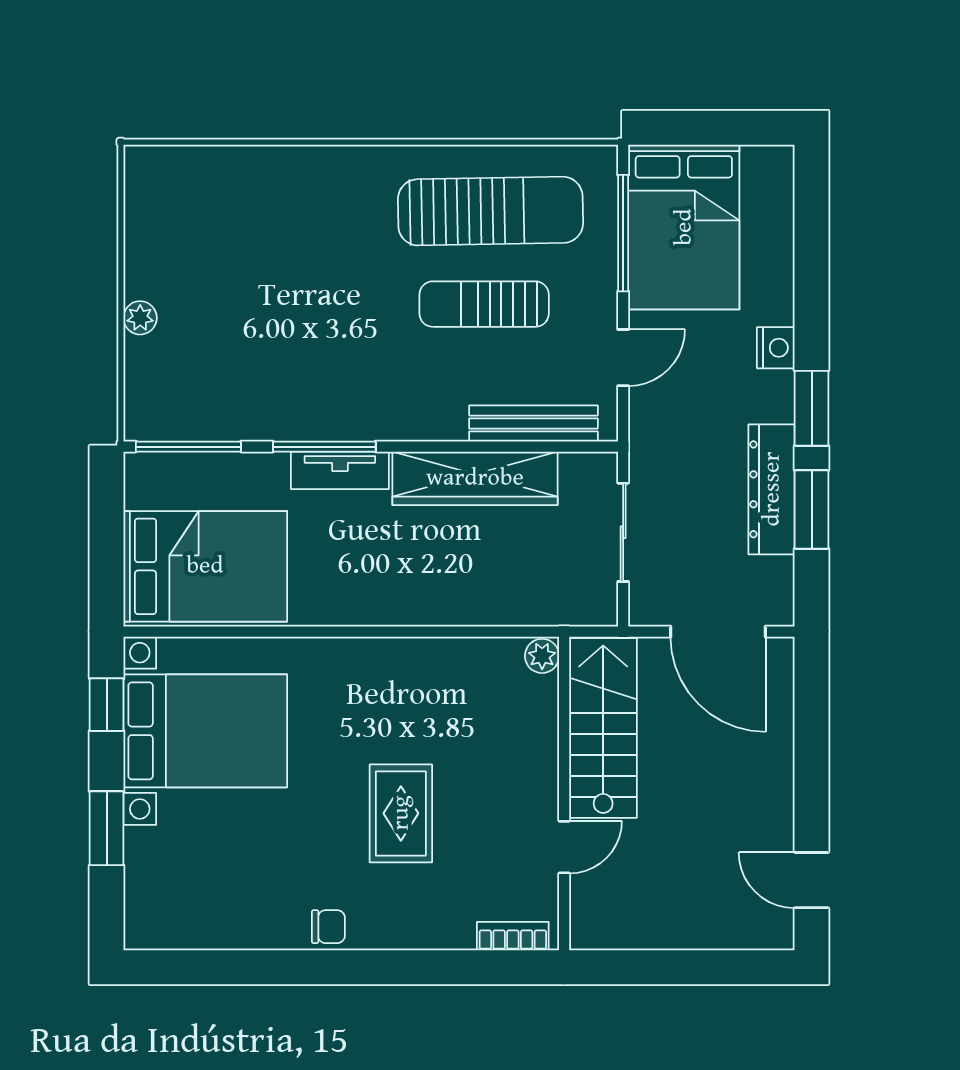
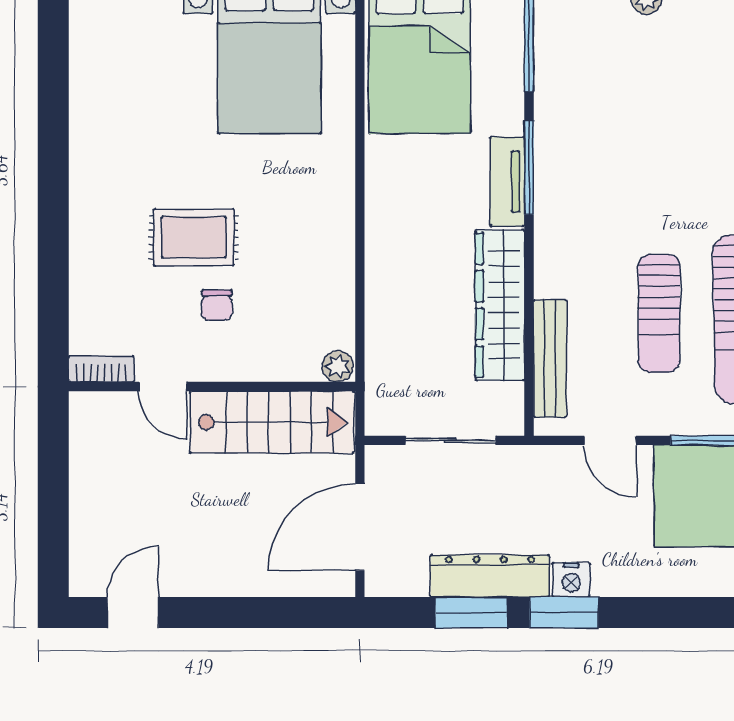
sun lounger: (484, 304) -> (659, 313), turned 180
nightstand: (776, 348) -> (571, 580), moved
chair: (328, 927) -> (217, 305), moved
bookcase: (513, 936) -> (101, 369), moved, turned -90

